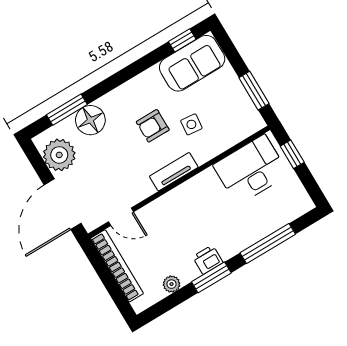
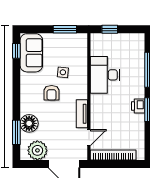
desk: (251, 170) -> (105, 75), moved
tv unit: (174, 172) -> (82, 114), moved
plant: (172, 284) -> (140, 132), removed

